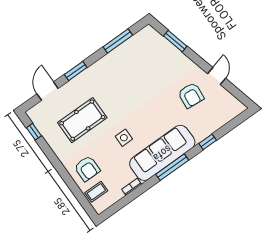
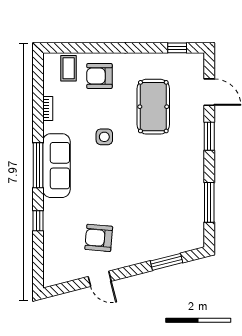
sofa: (162, 153) -> (56, 166), width x0.74, depth x0.79

